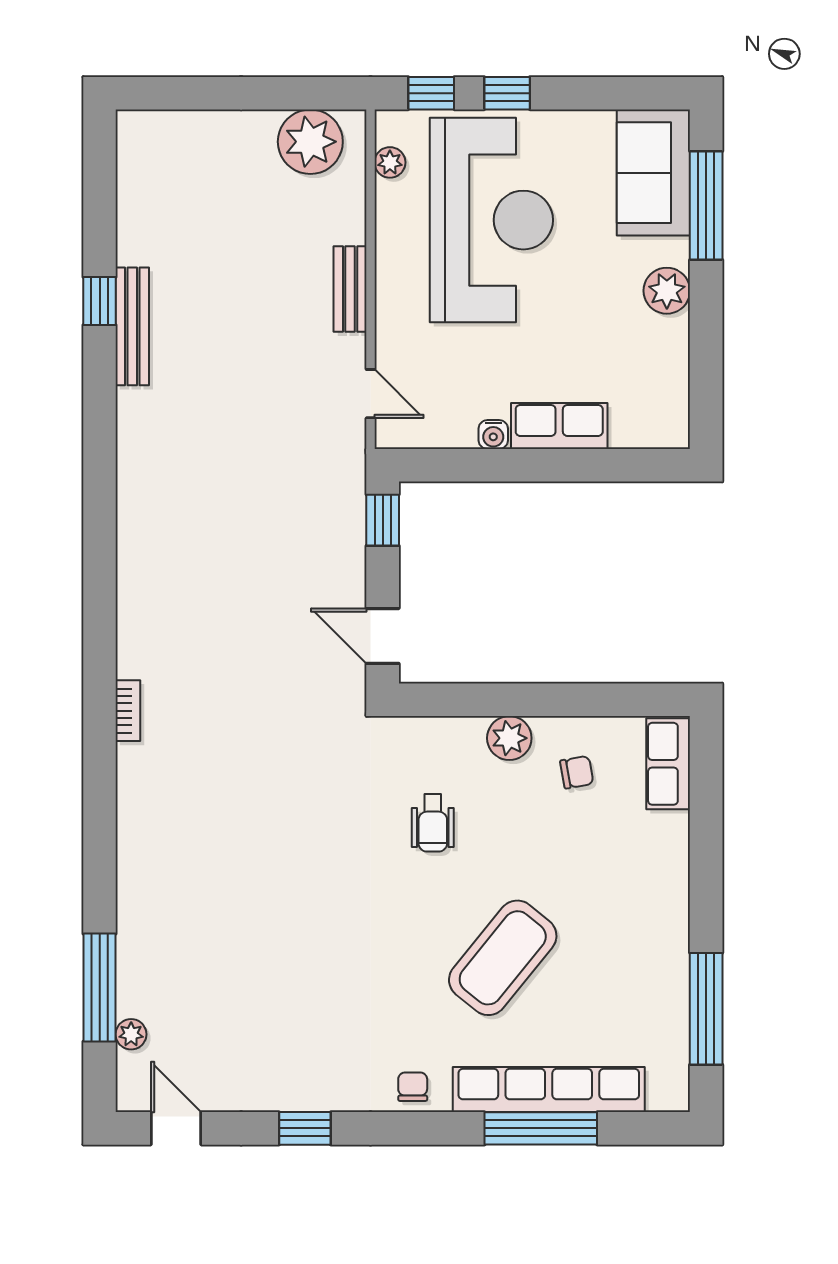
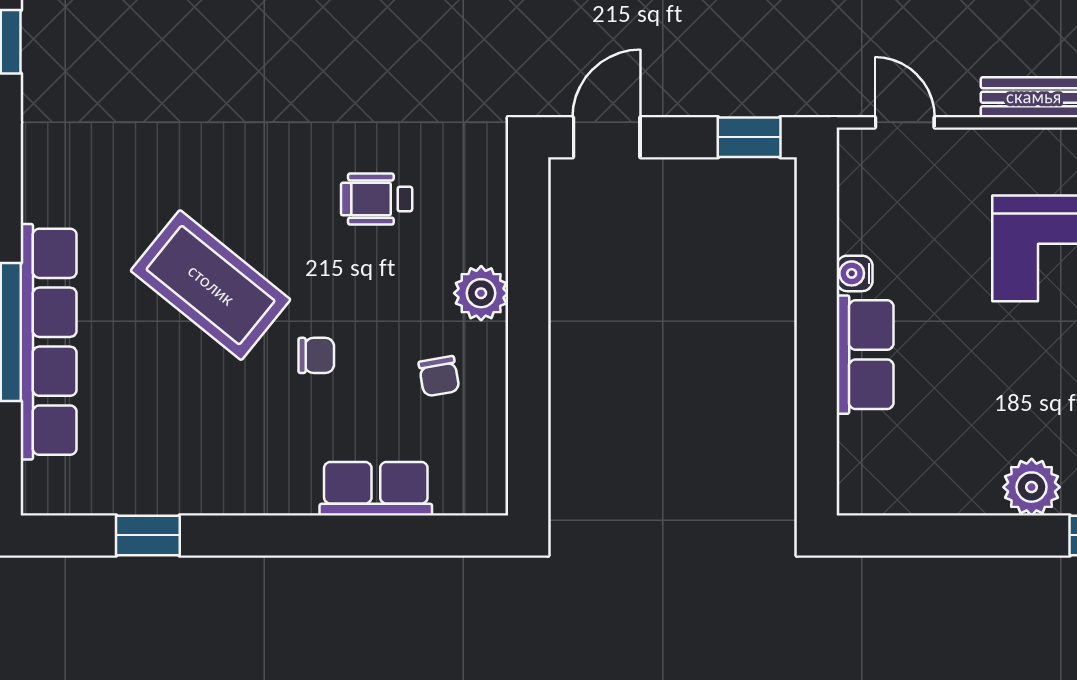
door: (370, 394) -> (905, 122), swing flipped
row of seats: (668, 764) -> (376, 489), moved
window: (706, 1009) -> (148, 535), width x0.46
chair: (413, 1087) -> (316, 355), moved

